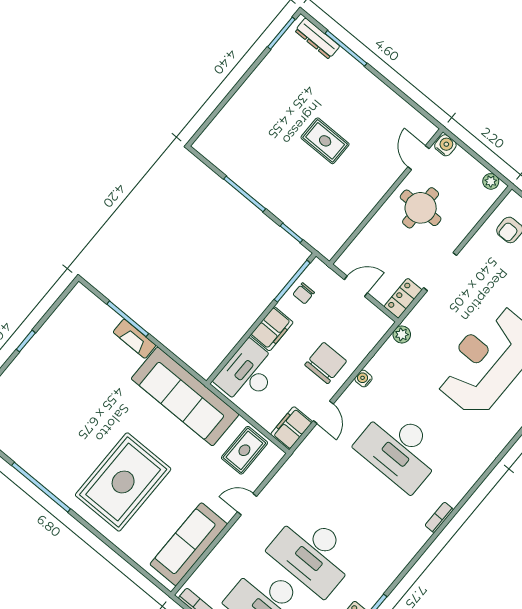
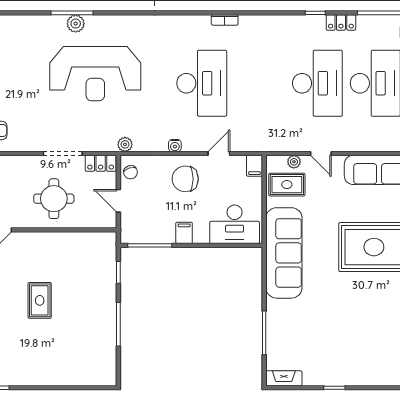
round table: (421, 208) -> (54, 199), moved
chair: (304, 293) -> (130, 172), moved, turned 72
filing cabinet: (272, 329) -> (184, 233), width x0.50
fireplace: (135, 339) -> (284, 378), moved, turned -90
filing cabinet: (292, 428) -> (255, 166), width x0.50
plant: (260, 474) -> (294, 162), added

